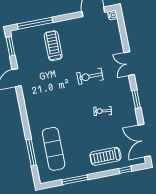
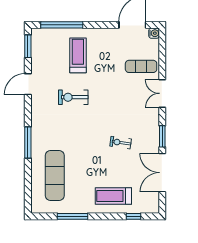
exercise mat: (107, 45) -> (141, 66), added
exercise bike: (90, 76) -> (73, 97), moved
double door: (144, 141) -> (162, 173), moved
window: (31, 152) -> (28, 142), moved

